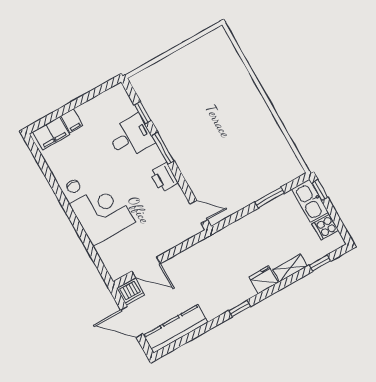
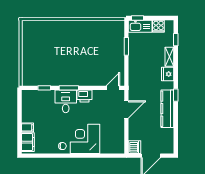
desk: (131, 137) -> (66, 101), moved
door: (146, 267) -> (126, 109), moved
kitchen counter: (176, 329) -> (167, 109), moved

